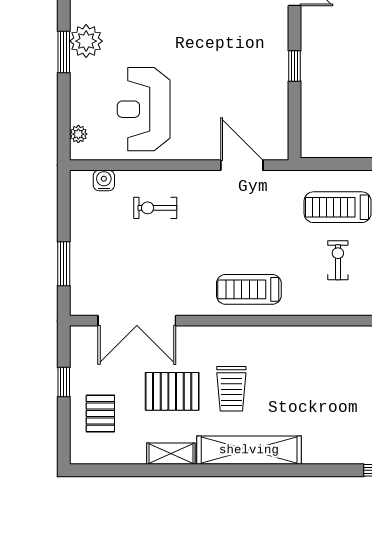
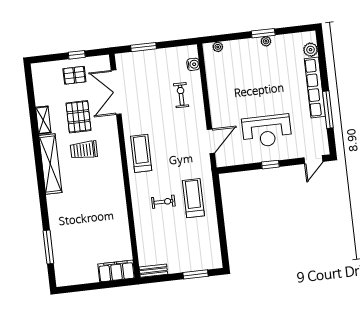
plant: (86, 41) -> (266, 41), width x0.53, depth x0.53
reception desk: (144, 109) -> (267, 131), moved, turned 180
pallet: (100, 413) -> (74, 75), moved

